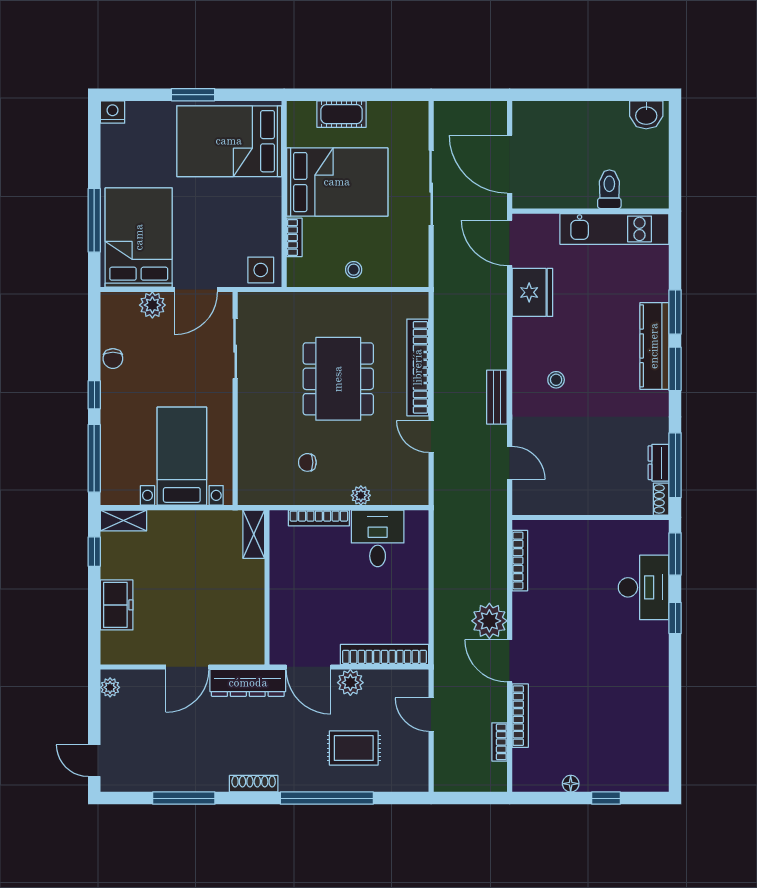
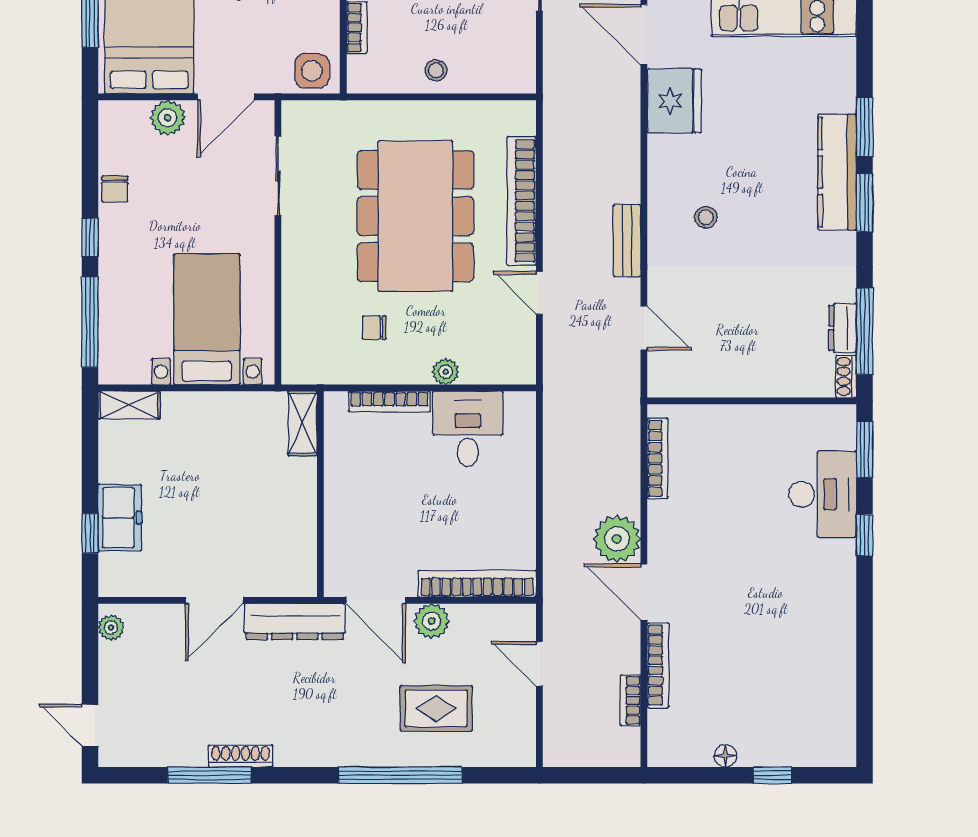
dining table: (338, 379) -> (415, 216), width x1.36, depth x1.24
window: (94, 552) -> (90, 533), moved
shoe rack: (254, 784) -> (241, 756), moved

